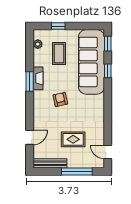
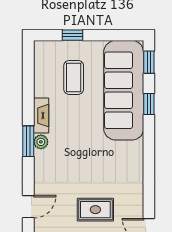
plant: (38, 44) -> (41, 142), moved
window: (30, 81) -> (28, 141), moved
armchair: (60, 99) -> (76, 148), removed

